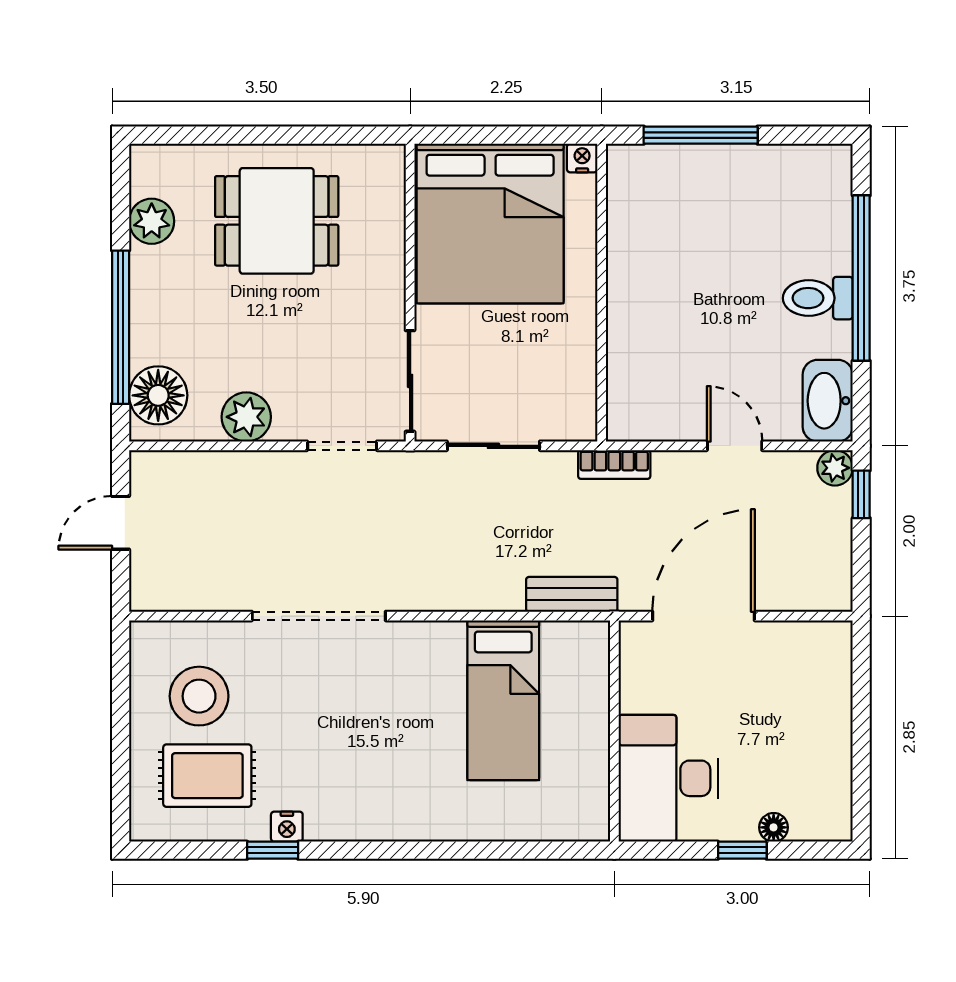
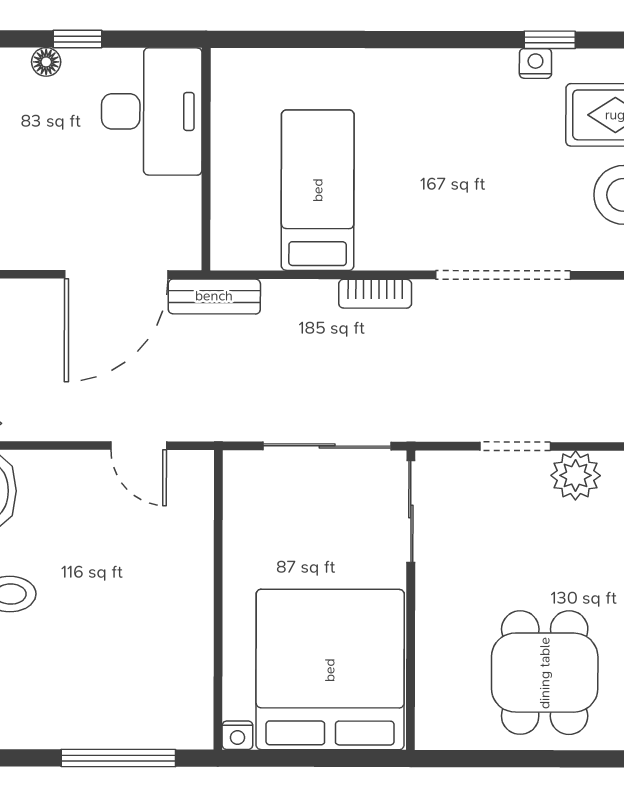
dining table: (277, 221) -> (545, 673), turned 90
doorway: (342, 446) -> (515, 446), moved
sliding door: (493, 446) -> (327, 446), width x1.37
door: (735, 446) -> (139, 446), moved
bookcase: (614, 465) -> (375, 294), moved, turned 180
bench: (572, 594) -> (214, 296), moved

